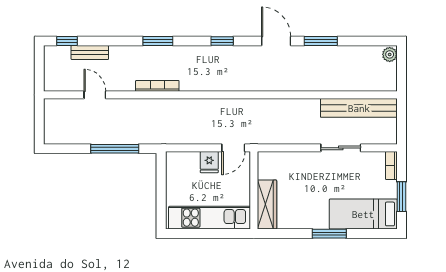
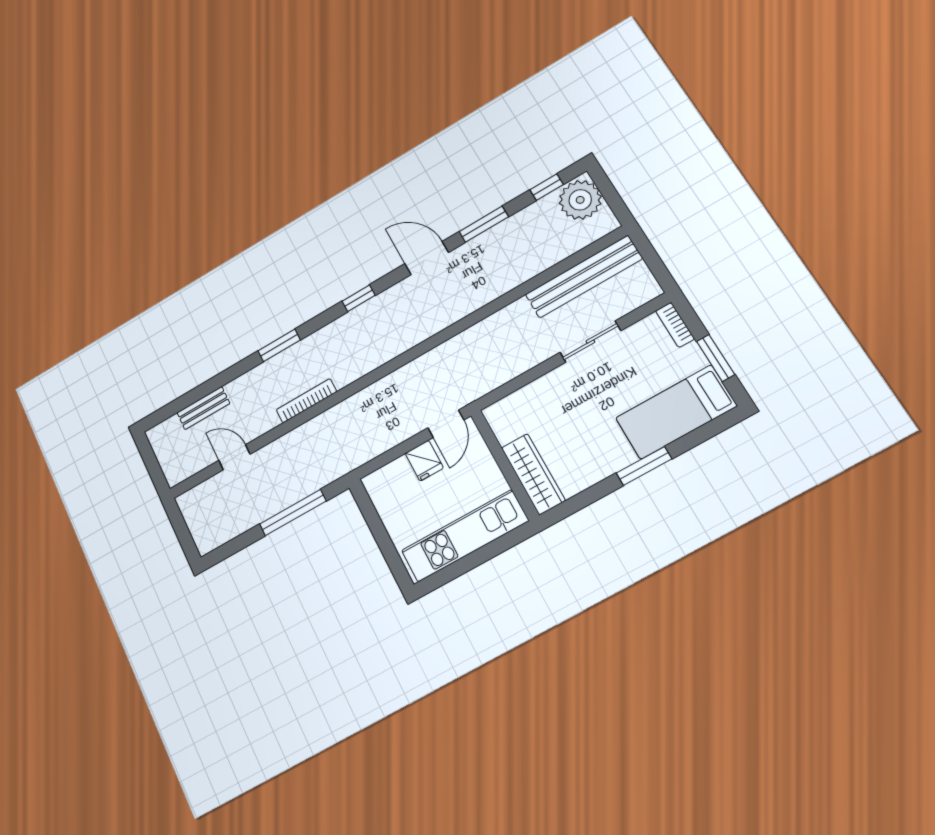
window: (67, 41) -> (547, 187), moved
plant: (390, 54) -> (580, 200), width x1.88, depth x1.88

